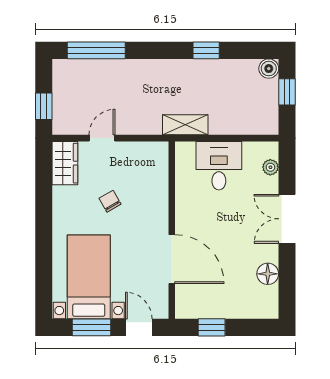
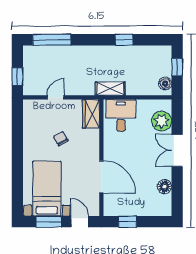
boiler: (269, 69) -> (165, 84), moved
wardrobe: (65, 163) -> (91, 114), moved, turned 180
desk: (219, 166) -> (121, 115), moved
plant: (270, 167) -> (162, 121), width x1.87, depth x1.87

